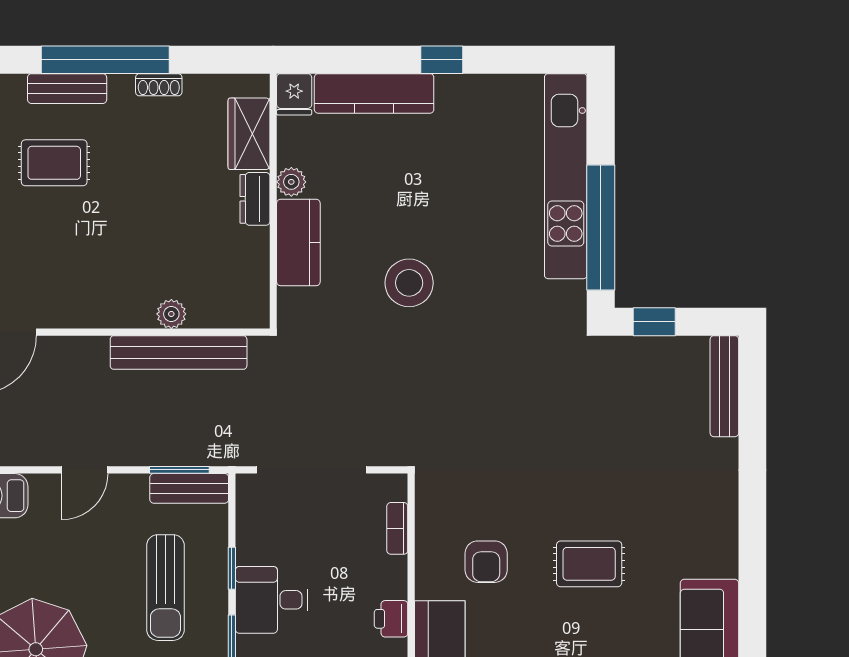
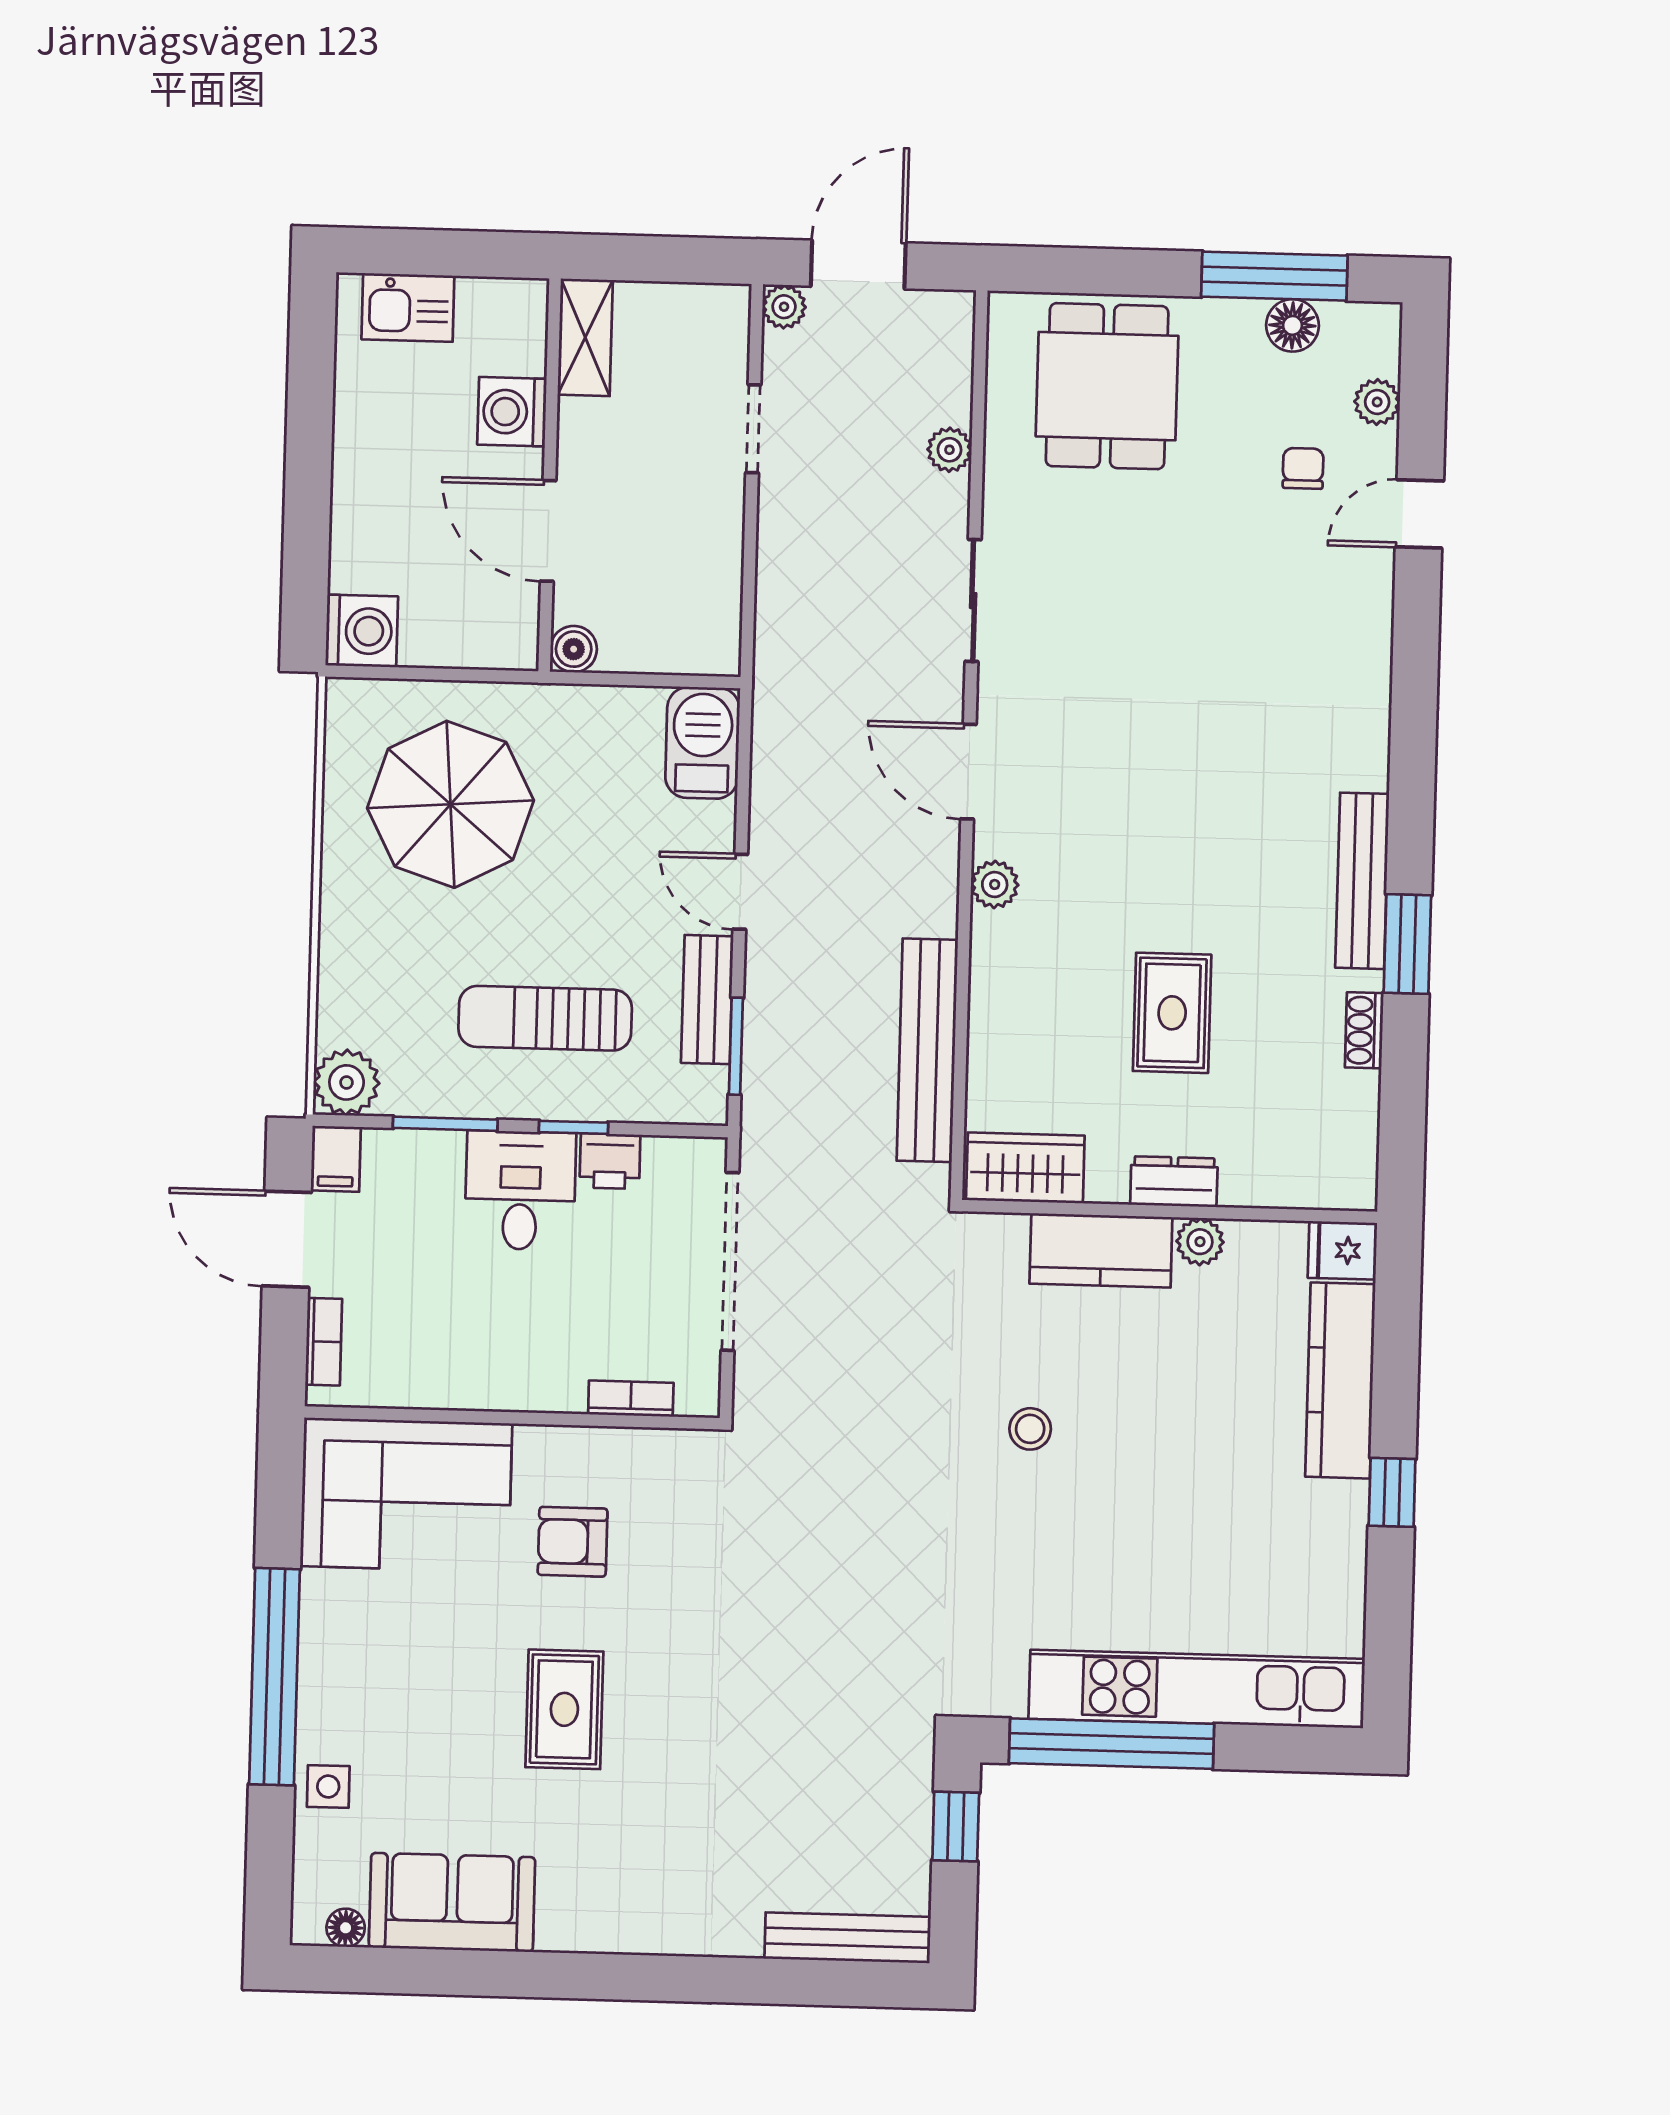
window: (105, 60) -> (1407, 944), width x0.47
bench: (67, 89) -> (1362, 881), width x1.36
wardrobe: (249, 134) -> (1025, 1168), moved
rug: (54, 163) -> (1172, 1013), moved
stool: (409, 283) -> (1030, 1429), width x0.53, depth x0.53
plant: (171, 314) -> (995, 884), moved
bench: (189, 488) -> (707, 1000), moved
printer: (391, 619) -> (610, 1161), moved, turned 180

